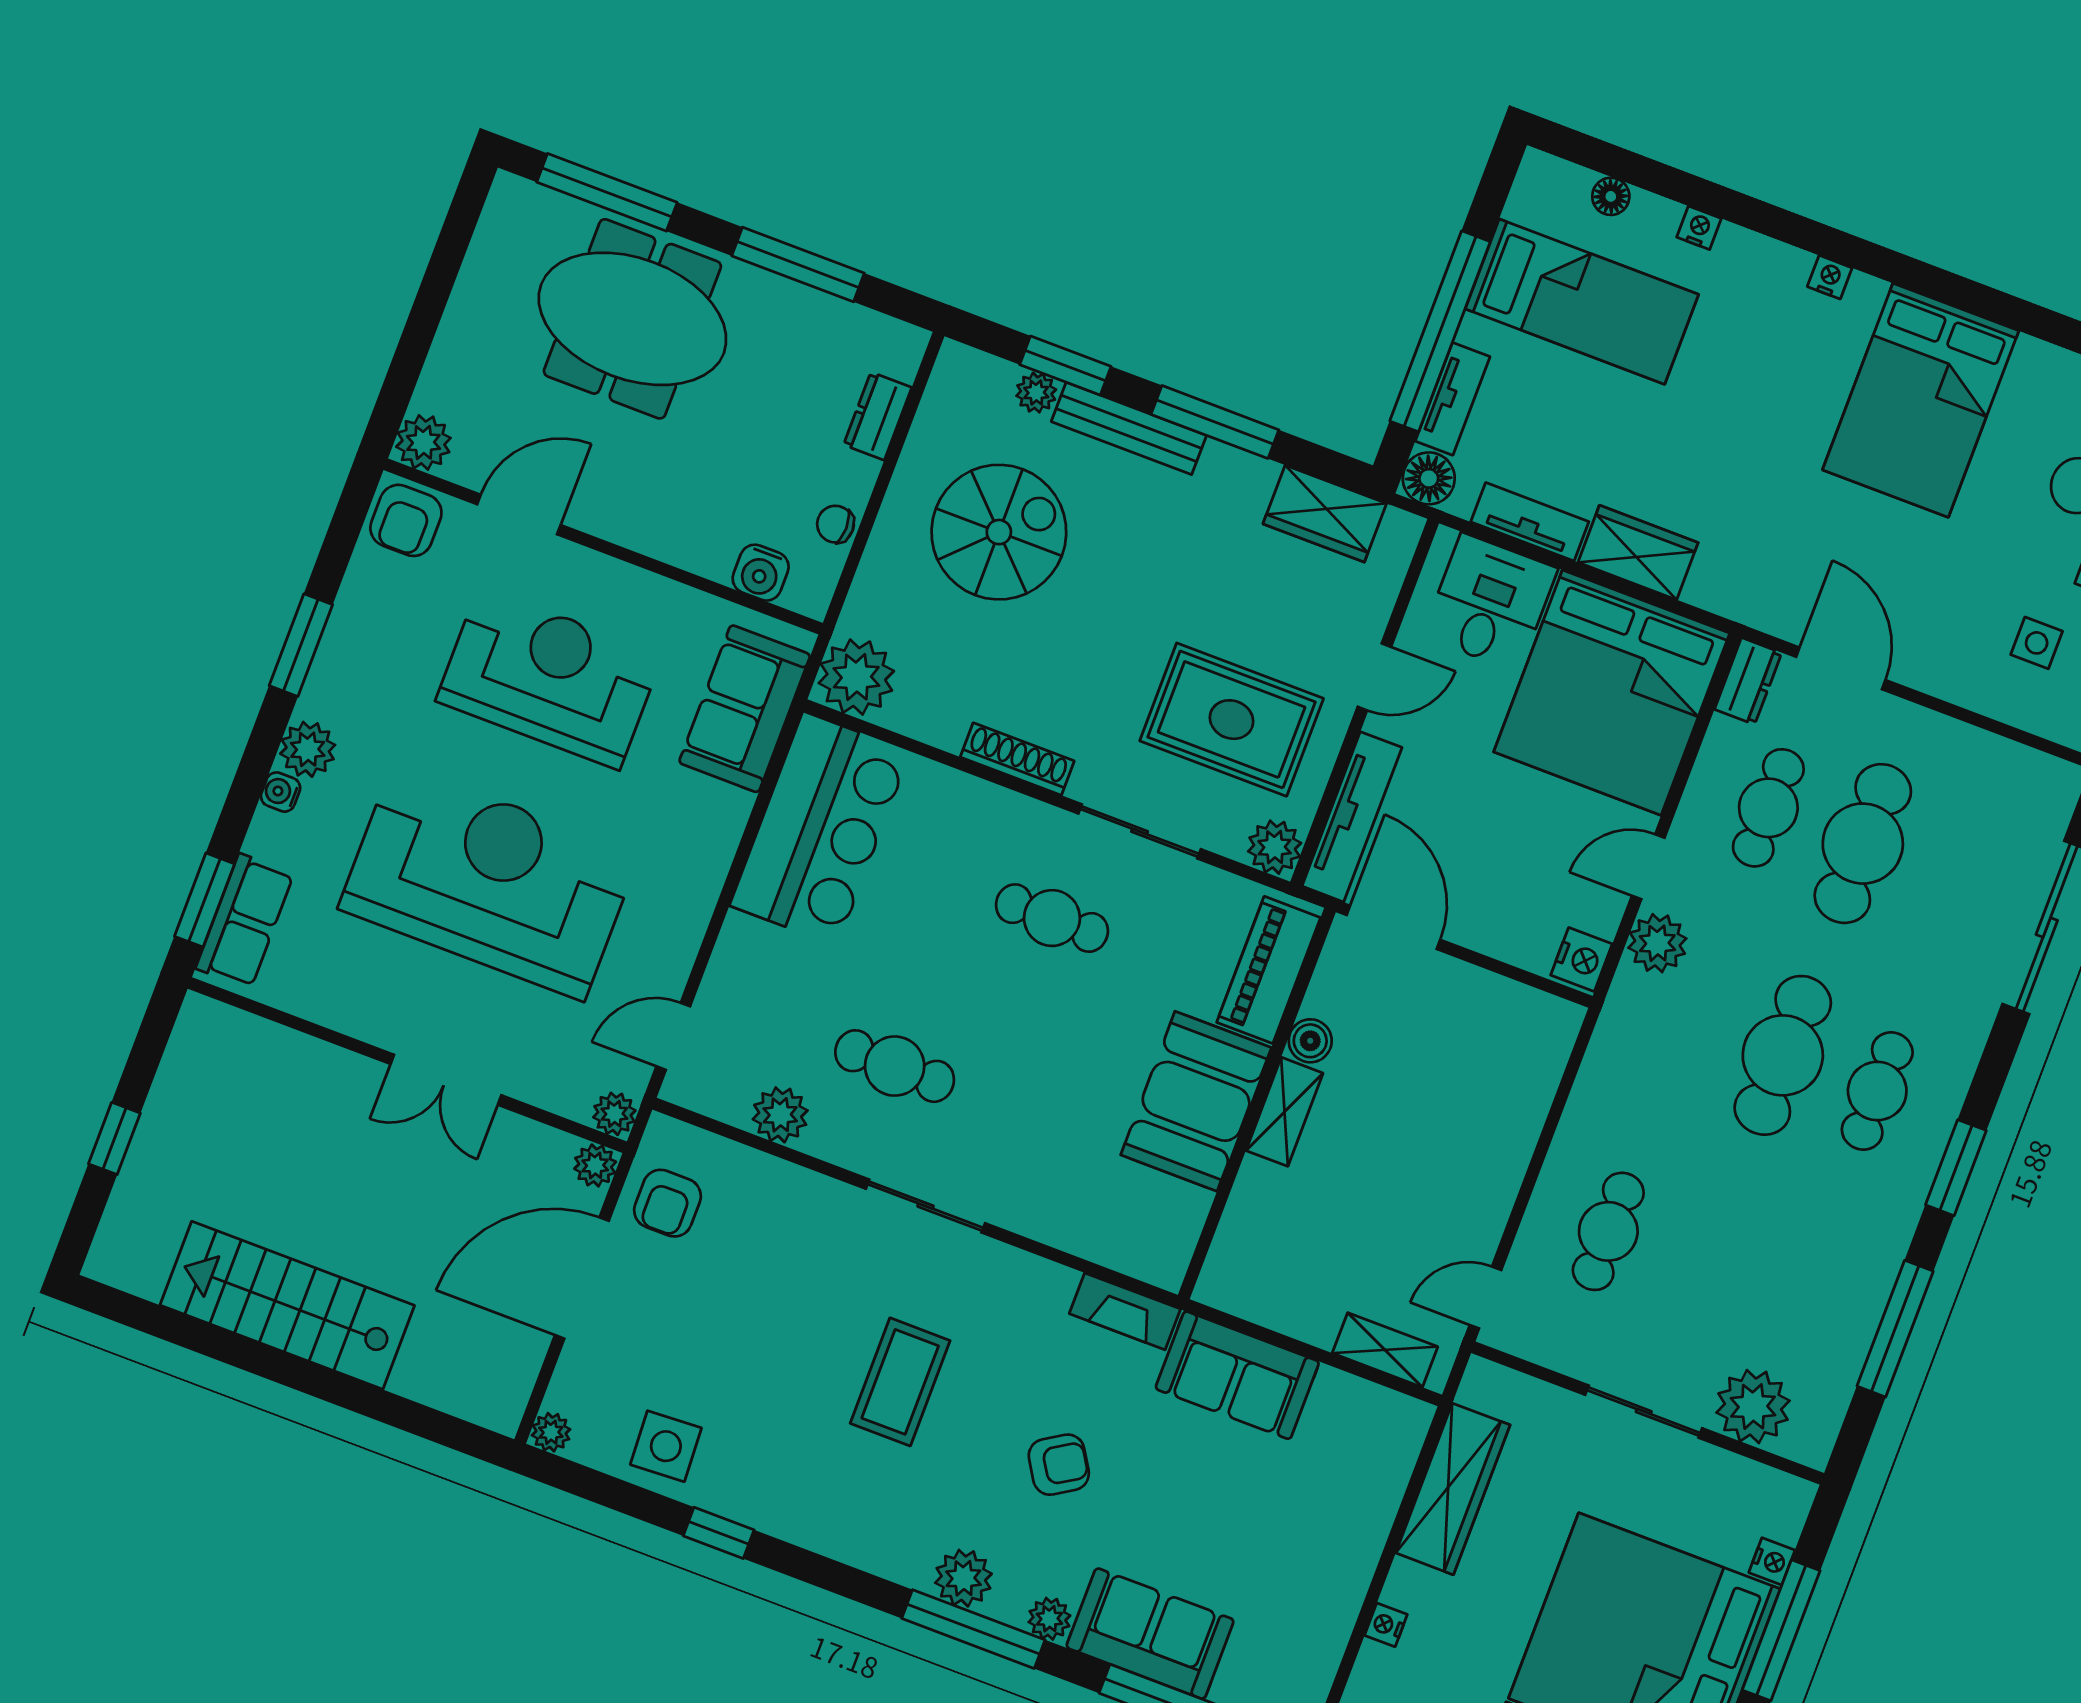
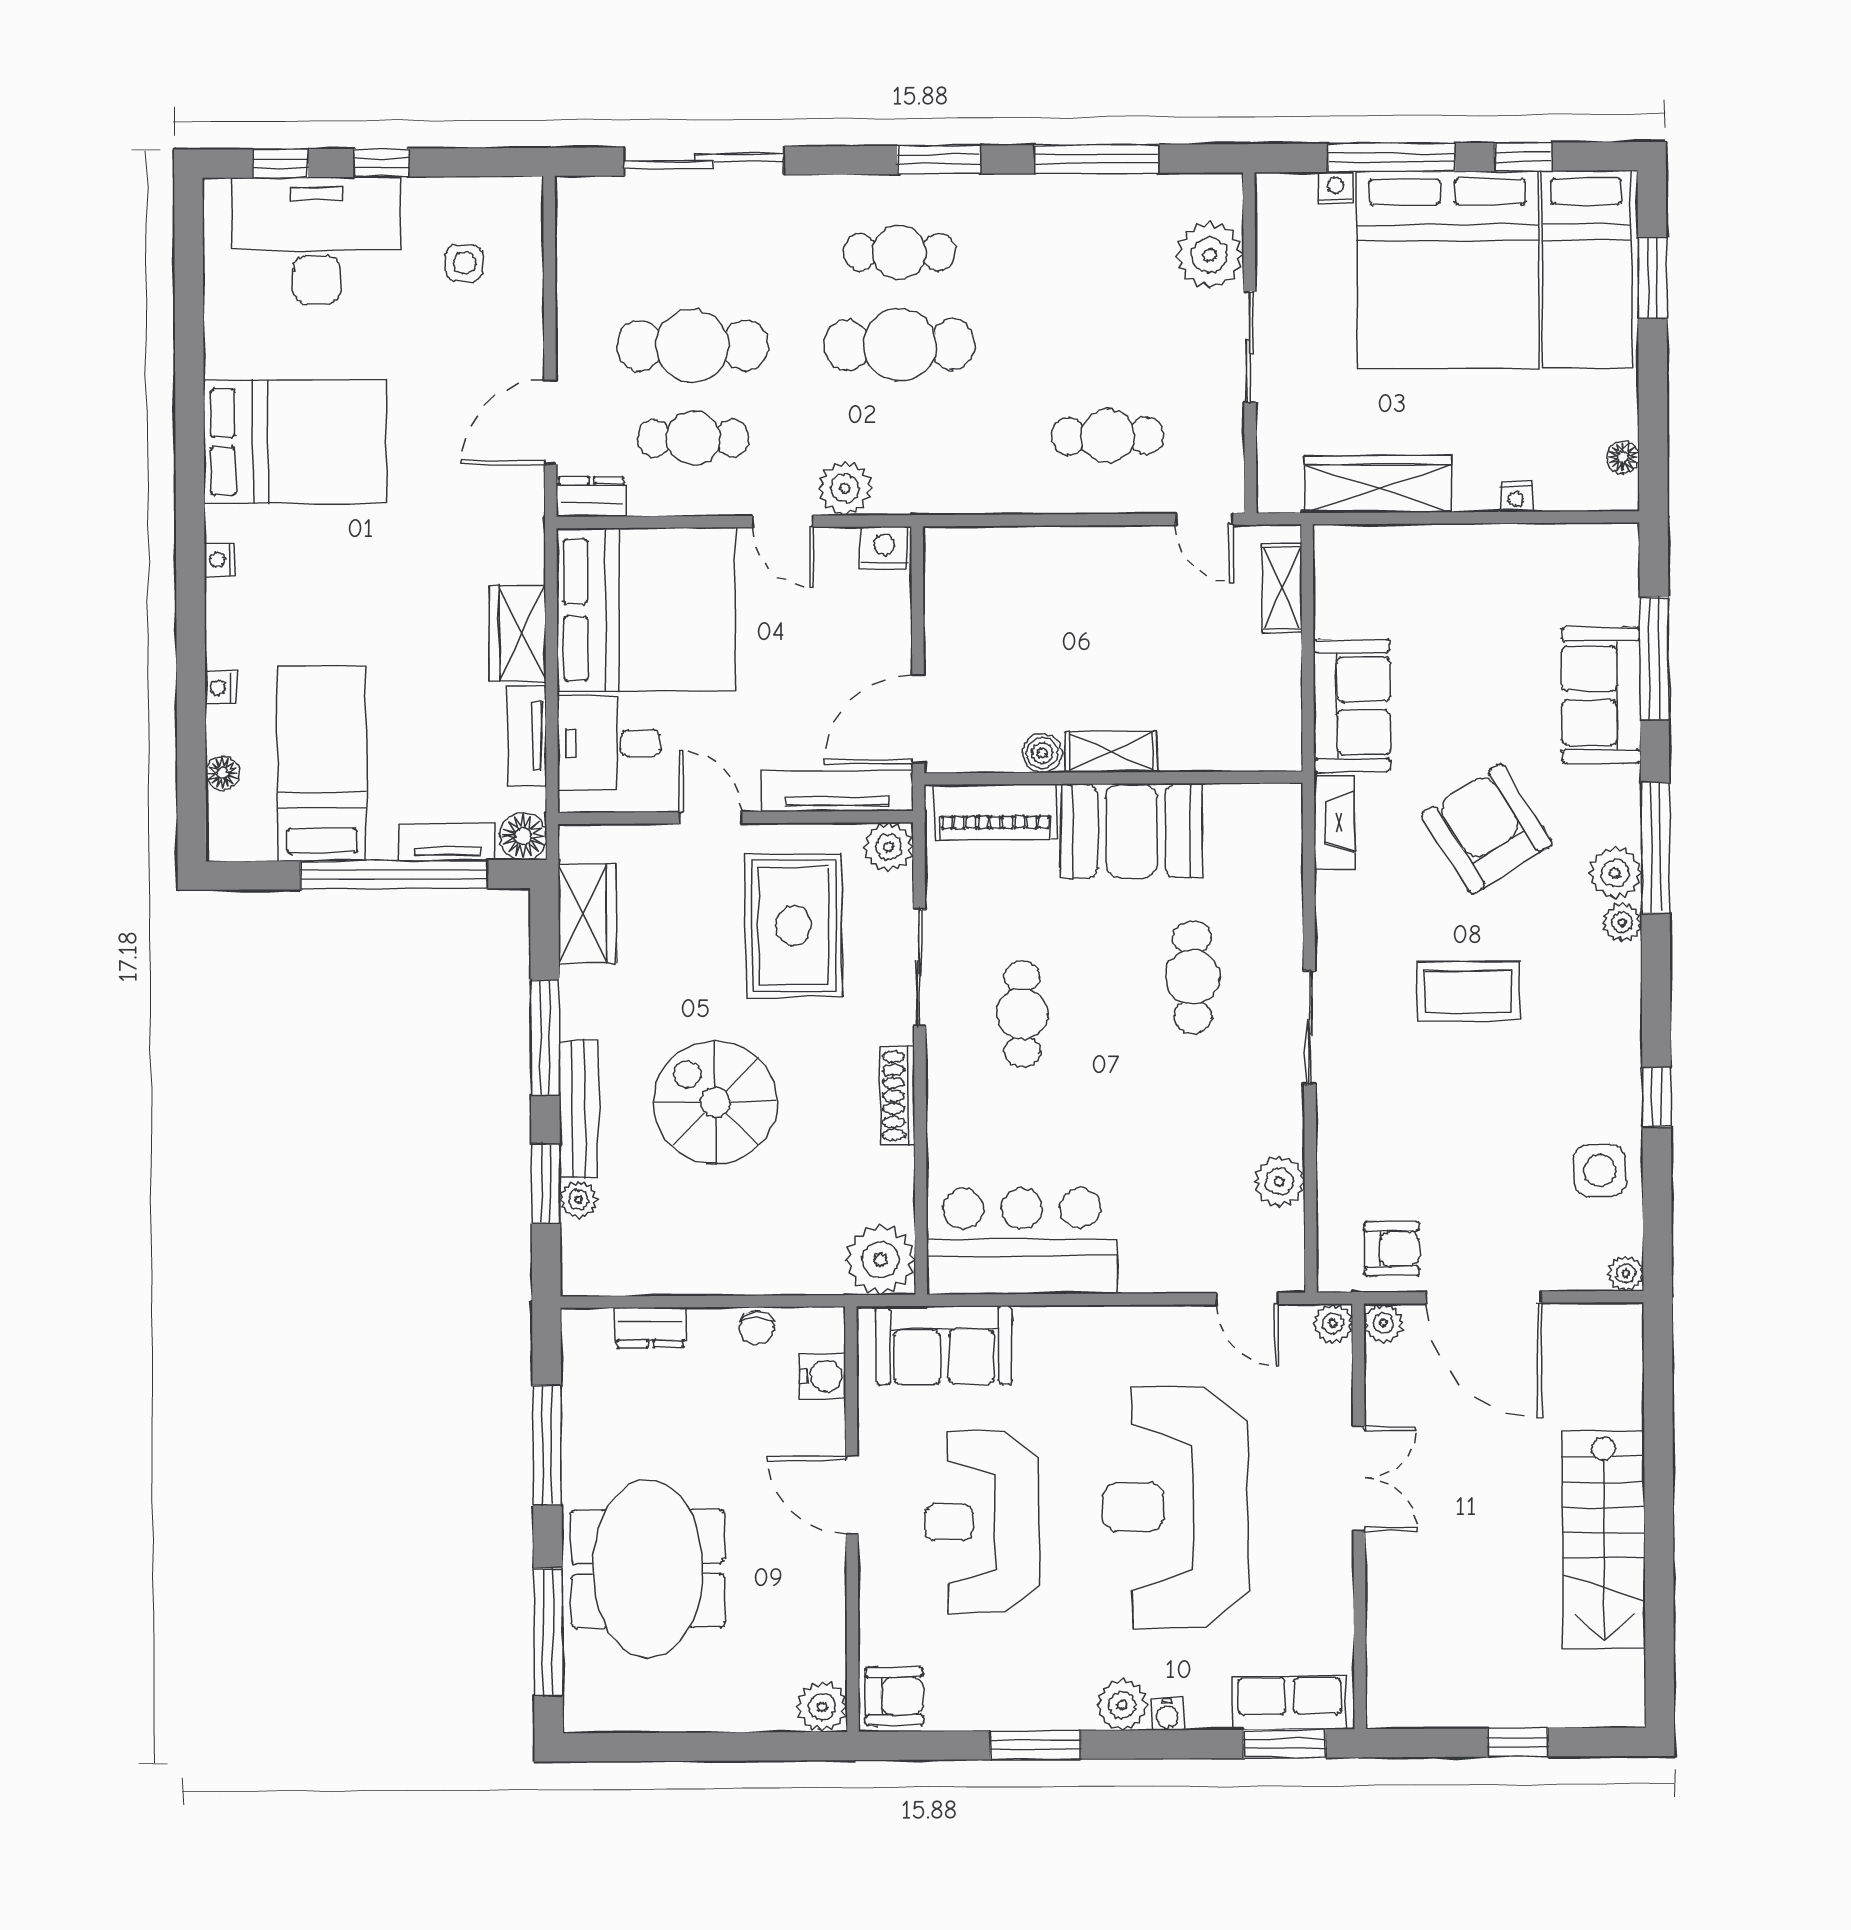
door: (519, 515) -> (852, 1495), moved
spiral stairs: (999, 532) -> (715, 1102), moved
cafe table: (895, 1066) -> (1193, 977), moved
armchair: (1059, 1465) -> (1487, 829), width x1.88, depth x1.88
plant: (1049, 1619) -> (1622, 922), moved

